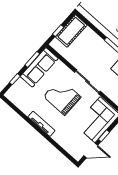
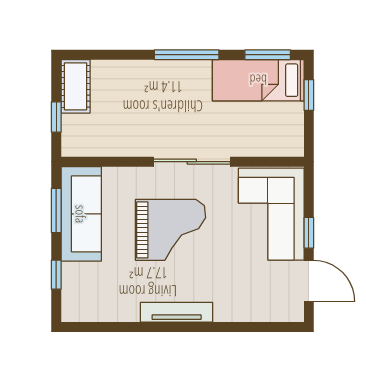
cot: (71, 31) -> (76, 86), width x0.73, depth x0.75
grand piano: (62, 97) -> (170, 230), turned 180
door: (91, 151) -> (309, 281), hinge flipped

